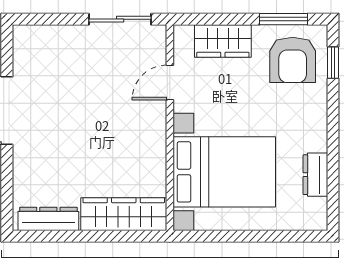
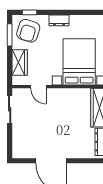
armchair: (293, 60) -> (28, 31), turned 107
dresser: (315, 175) -> (59, 20), moved

